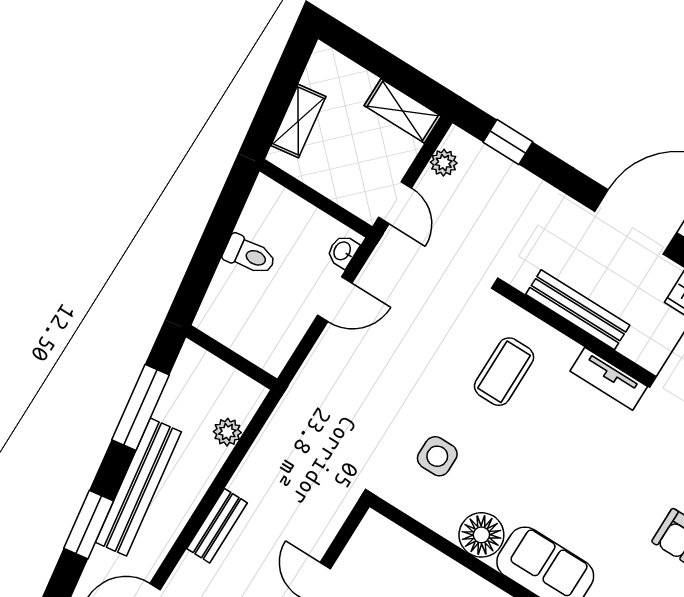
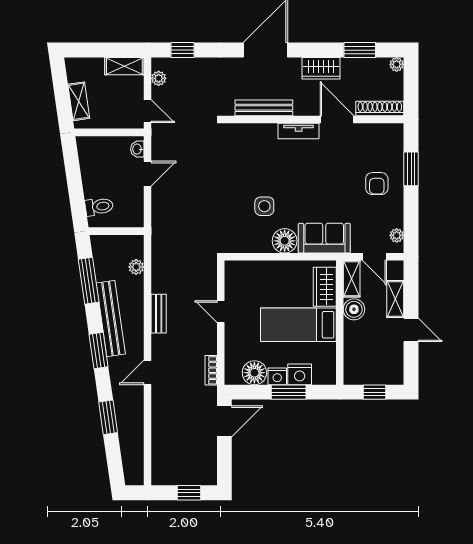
toilet: (249, 255) -> (99, 207), moved
coffee table: (504, 372) -> (248, 158), removed
side table: (437, 456) -> (264, 206), moved

